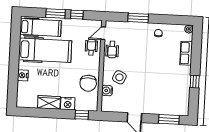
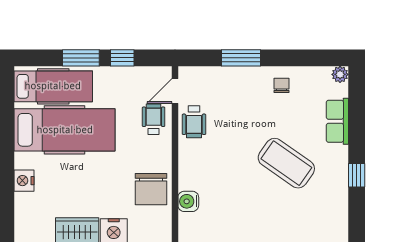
coffee table: (159, 73) -> (286, 163), added
side table: (119, 77) -> (211, 175), removed

